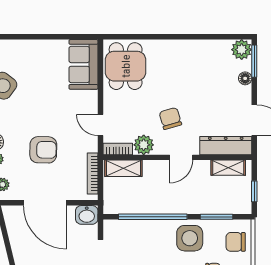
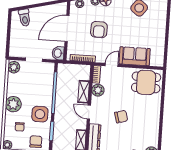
sofa: (83, 64) -> (135, 56), moved
chair: (170, 118) -> (121, 117), moved
shelving: (123, 168) -> (84, 92), moved

